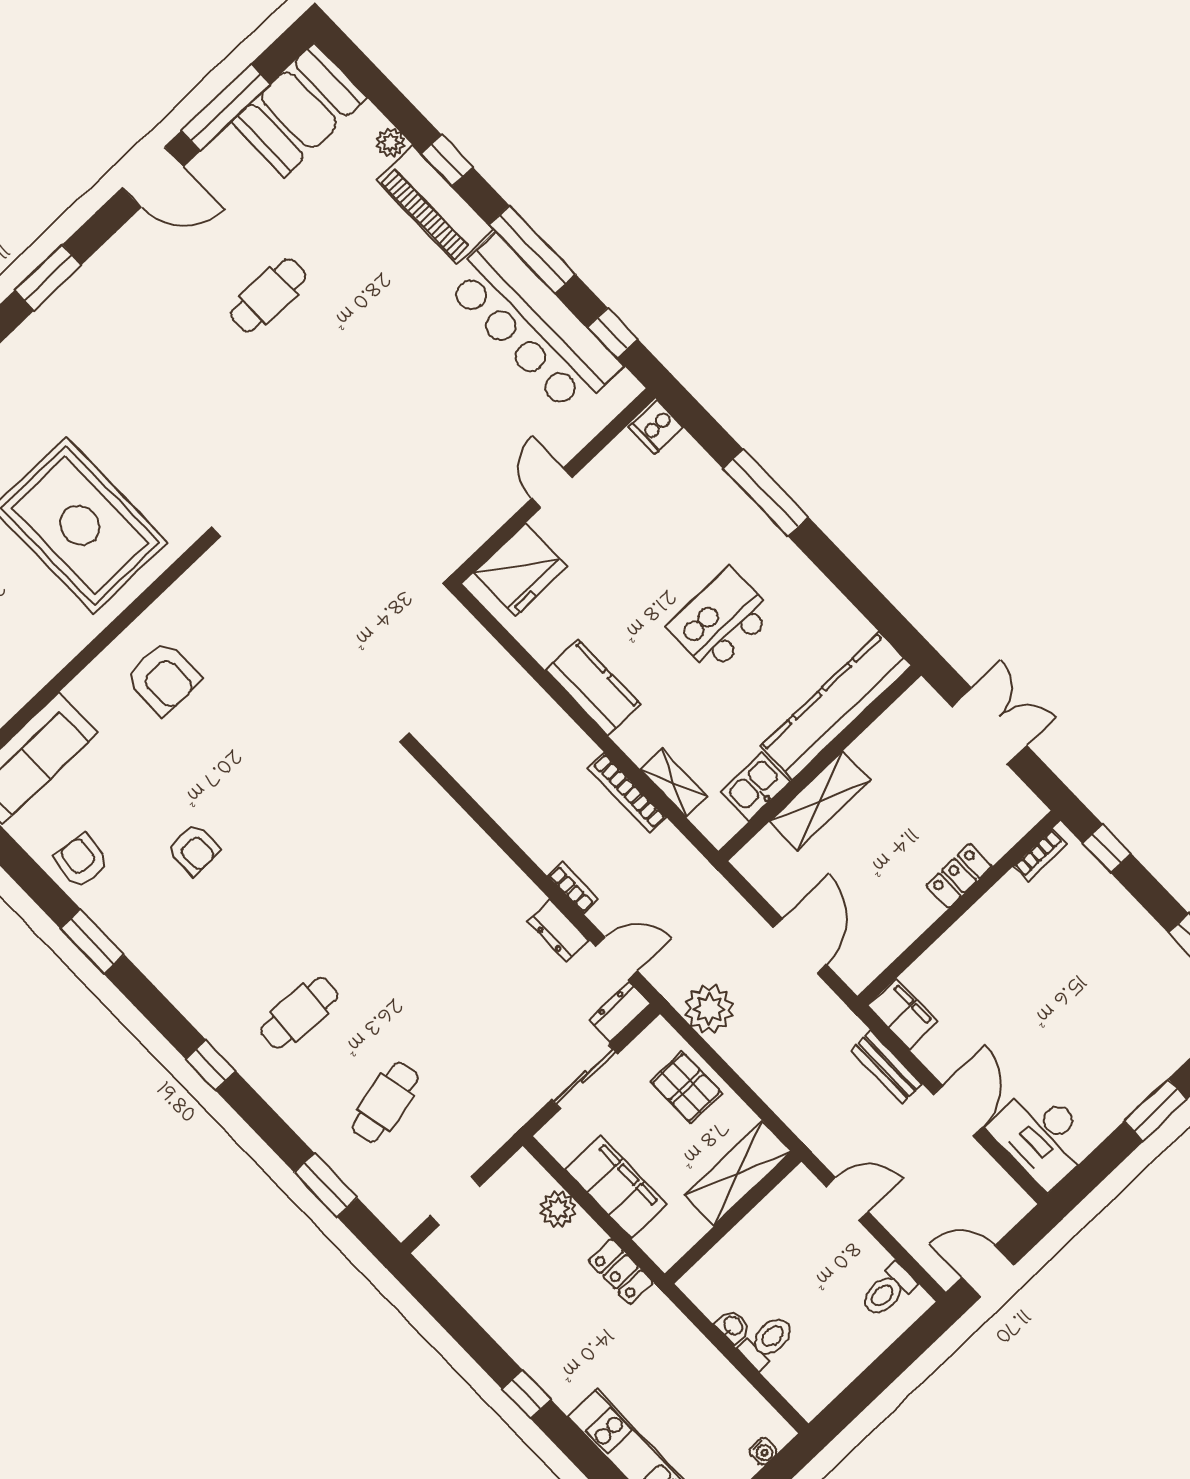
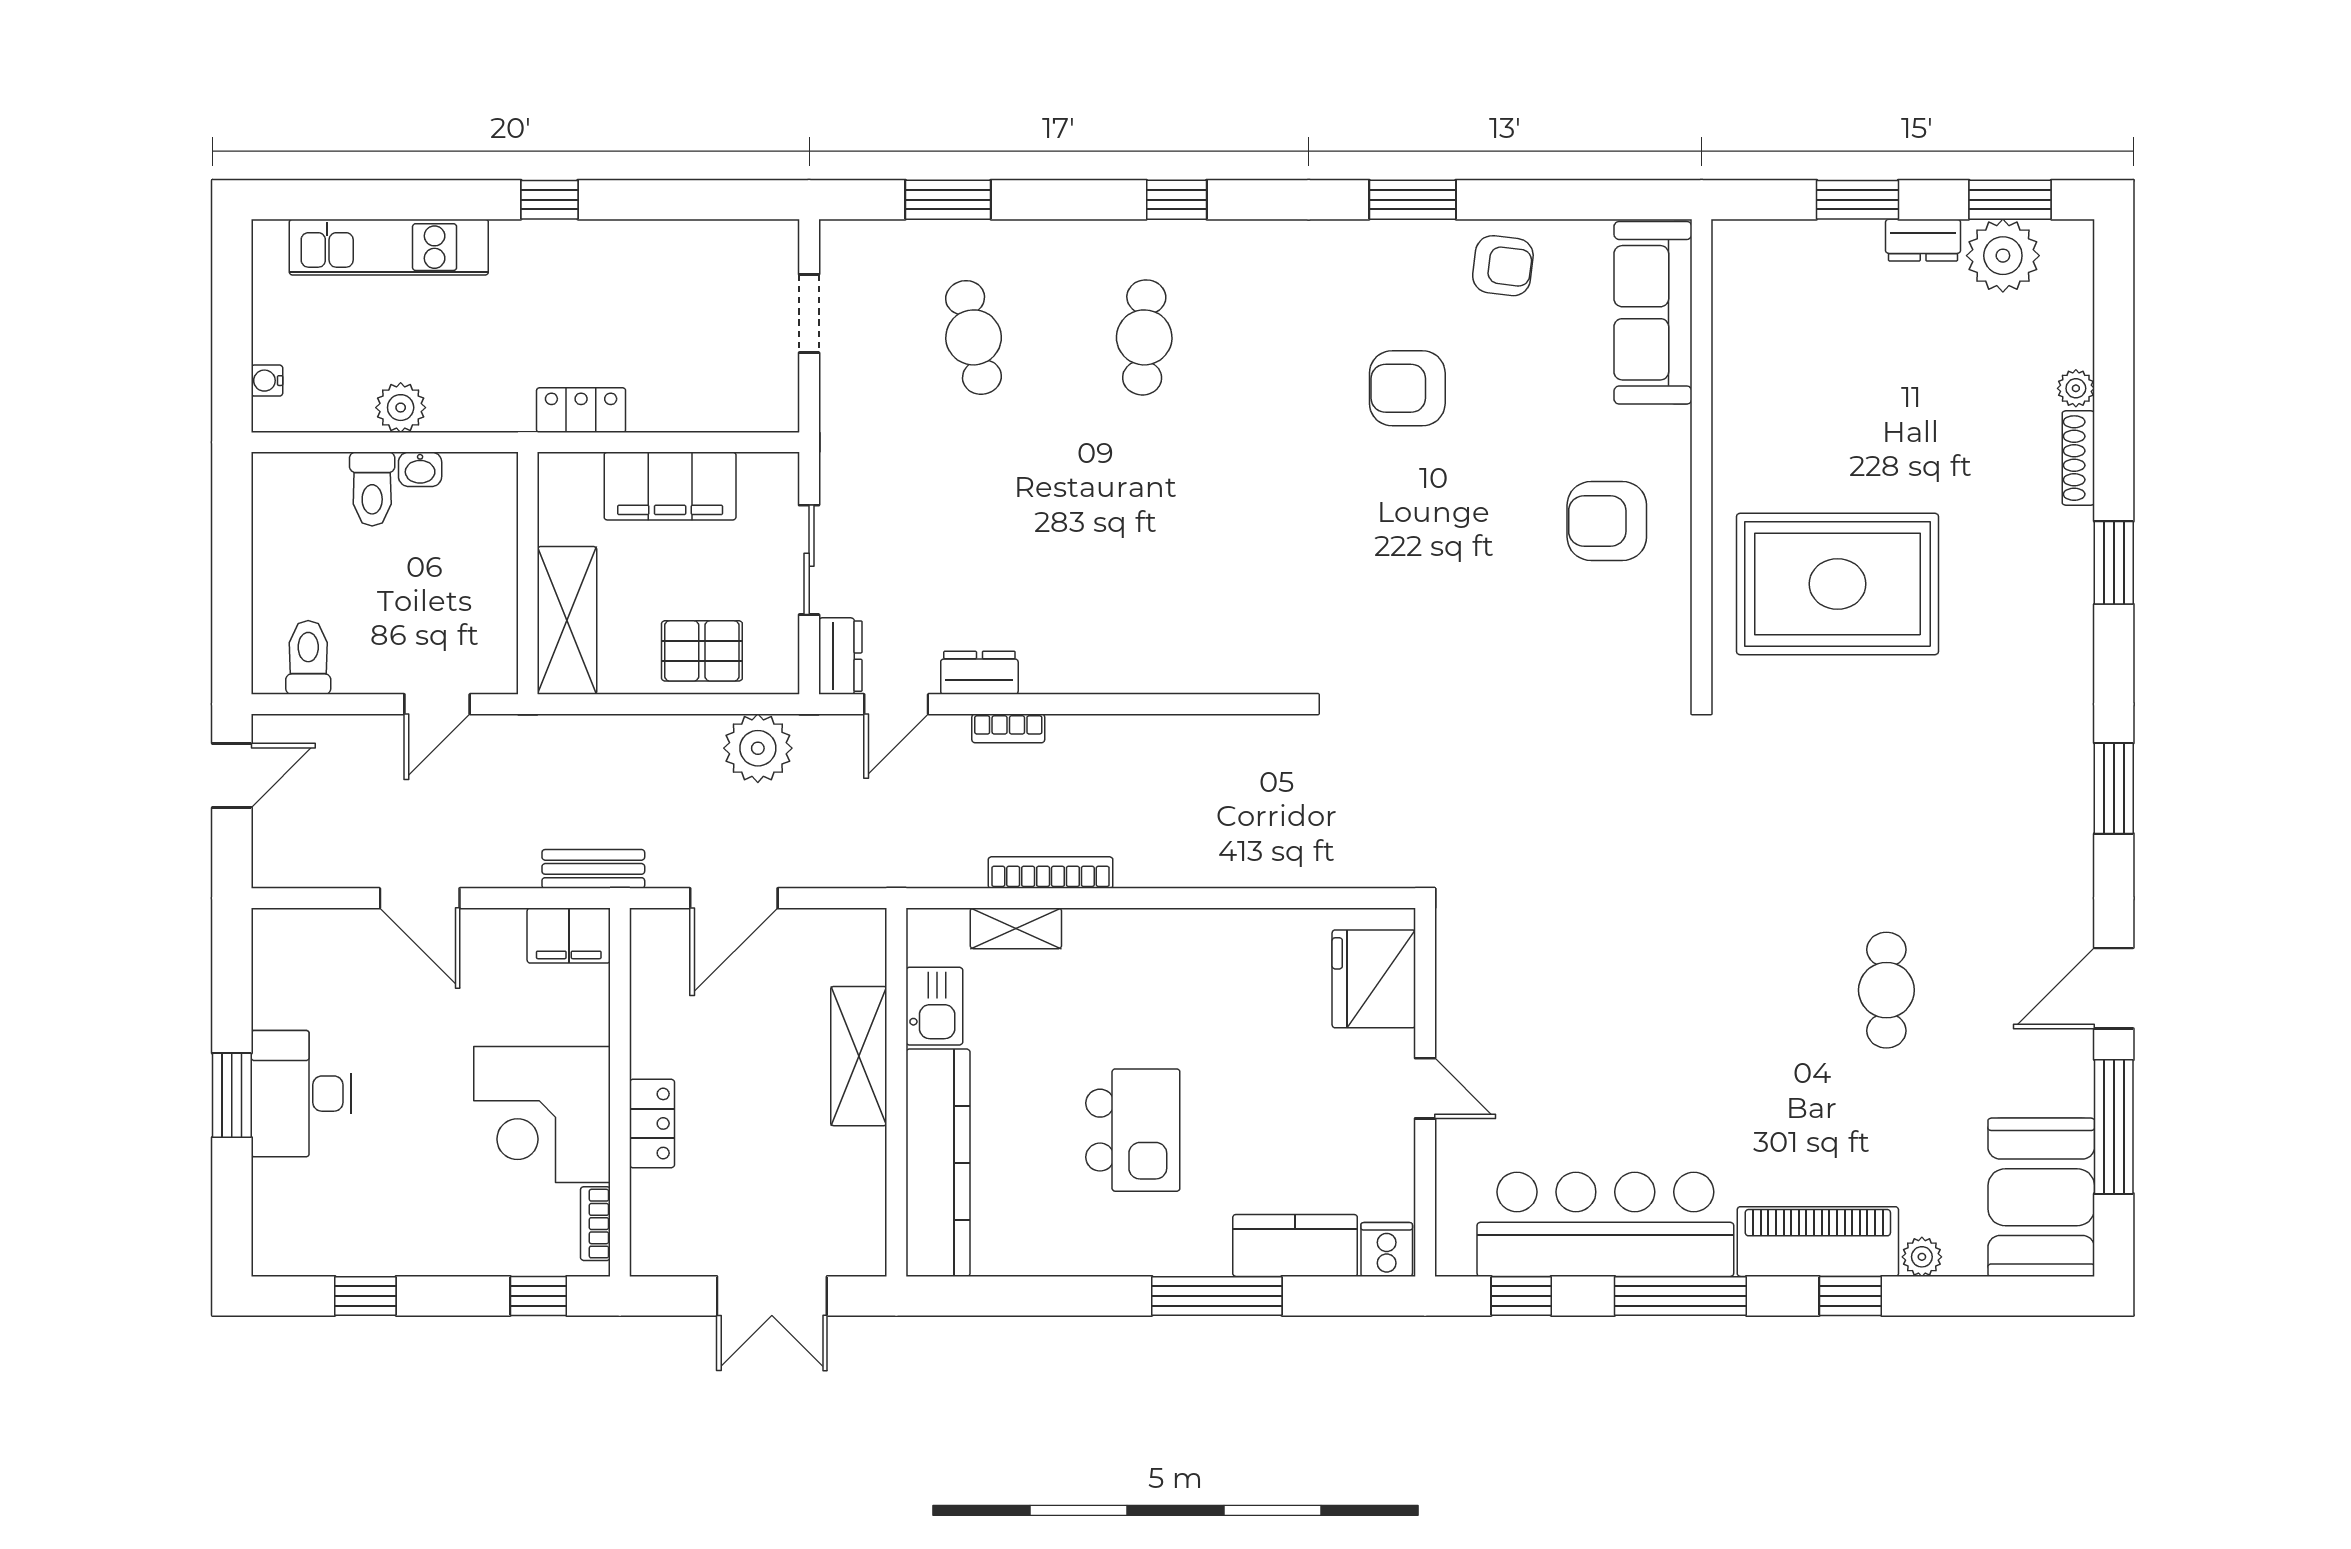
kitchen counter: (593, 687) -> (1295, 1245), moved, turned 180
armchair: (194, 849) -> (1407, 388), width x1.38, depth x1.38
corner desk: (1010, 938) -> (542, 1115), added
door: (800, 946) -> (734, 898), hinge flipped
bench: (886, 1067) -> (593, 869), moved
desk: (1042, 1136) -> (301, 1094), moved, turned -90
plant: (558, 1209) -> (401, 408), moved

